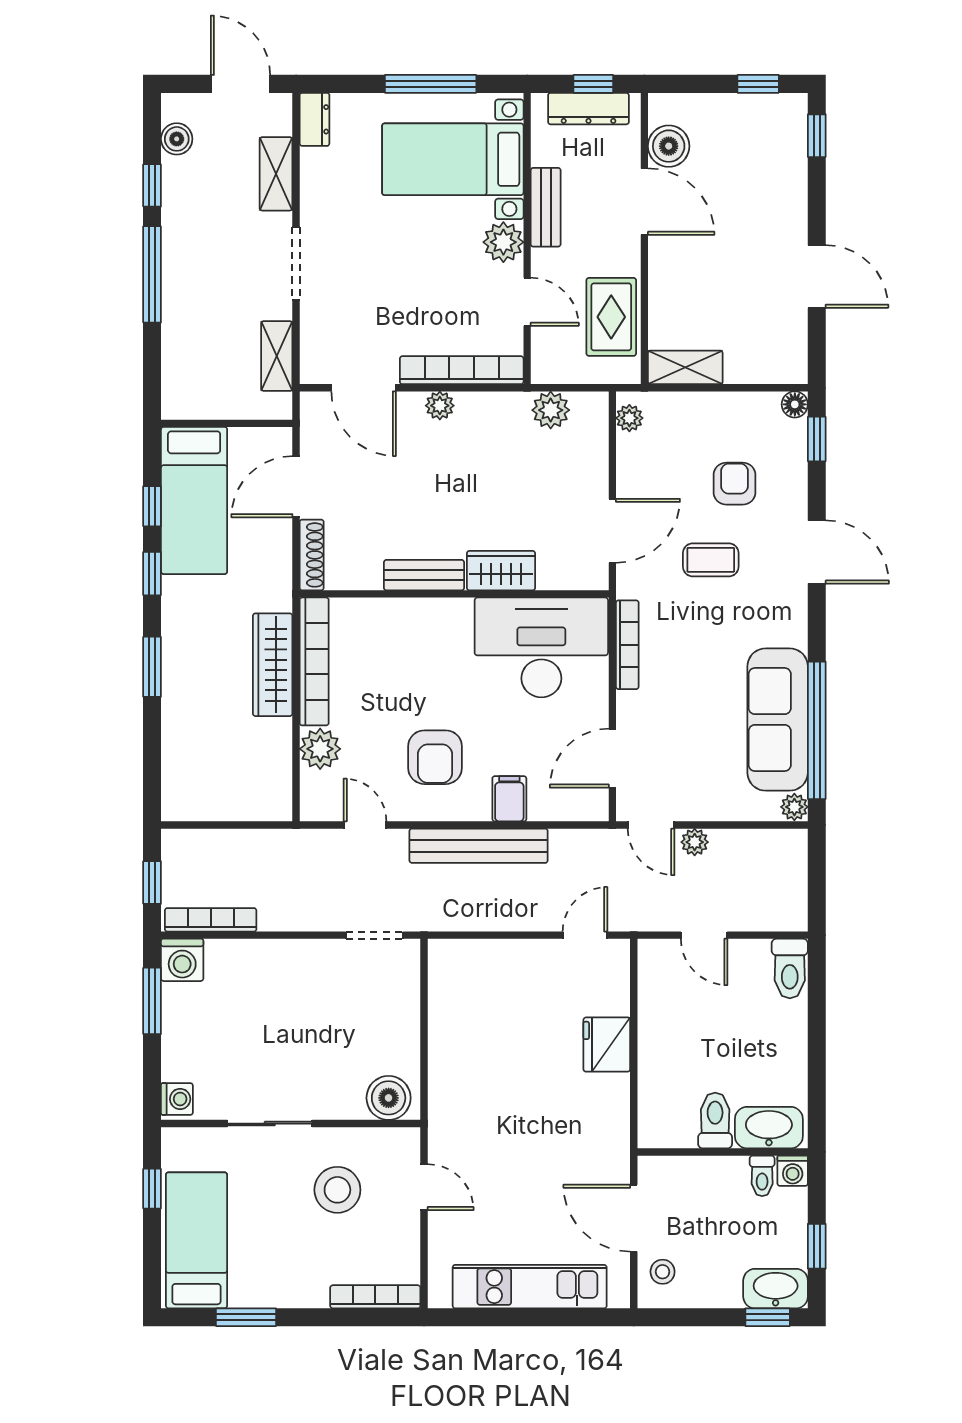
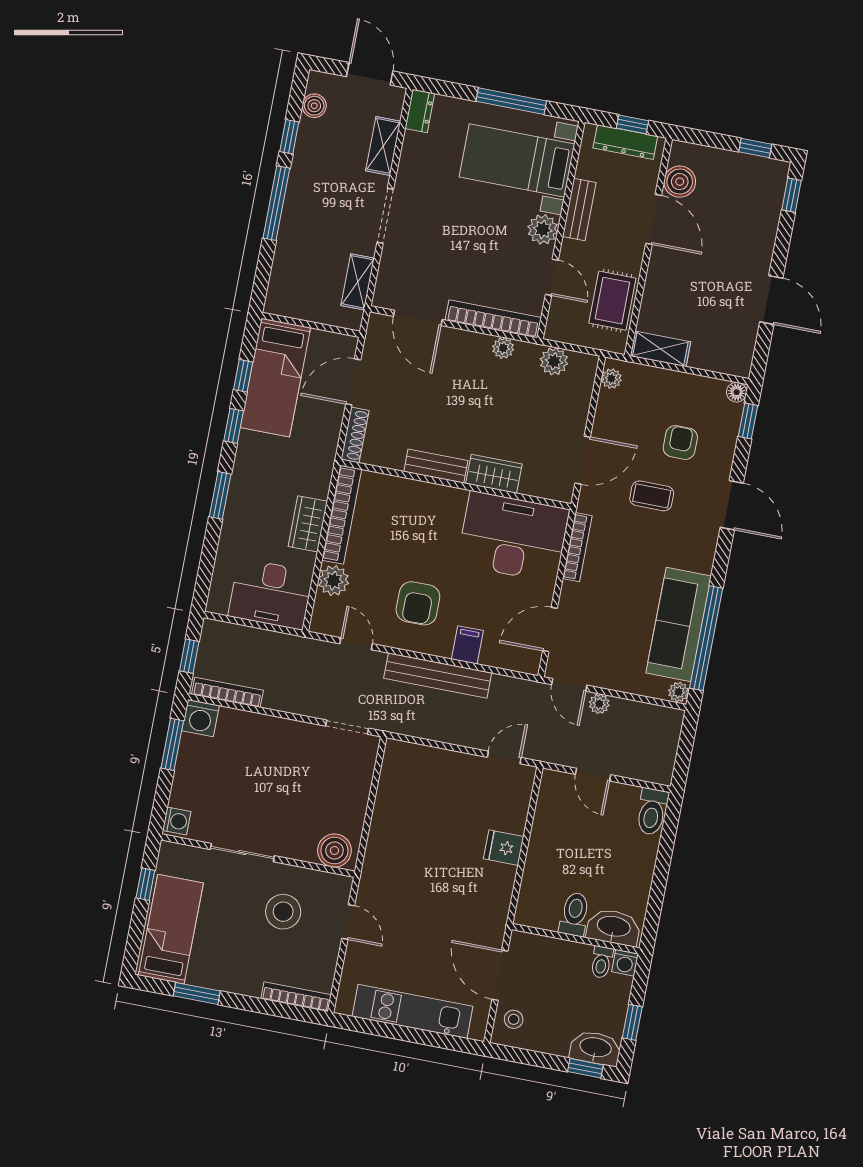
plant: (440, 406) -> (503, 348), moved
wardrobe: (273, 665) -> (308, 524), width x0.67
desk: (242, 782) -> (271, 594), added
fridge: (607, 1045) -> (504, 848), width x0.72

